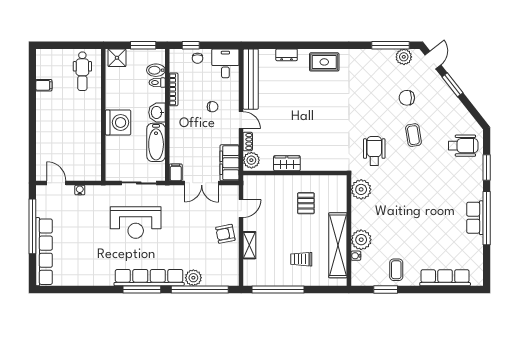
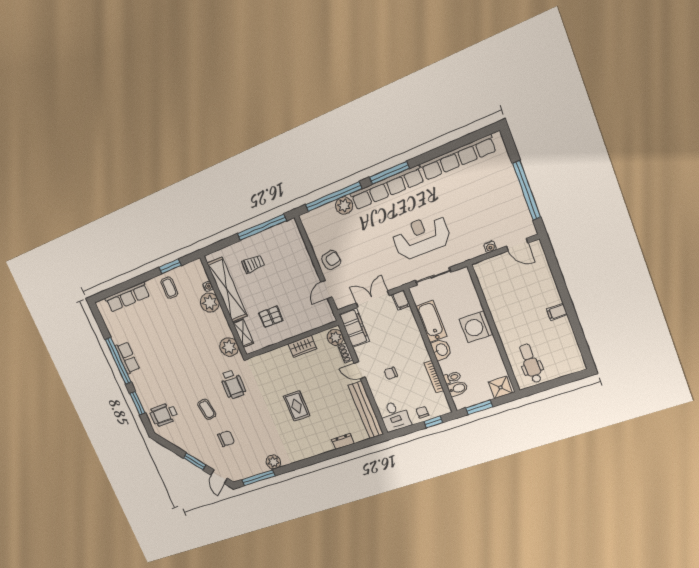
plant: (404, 57) -> (273, 462), moved
rug: (324, 62) -> (297, 406), moved, turned 90
filing cabinet: (44, 85) -> (557, 312), moved
pallet: (306, 203) -> (271, 317), turned 90
shelving: (249, 245) -> (243, 333), moved
row of seats: (44, 252) -> (458, 157), moved, turned -90

